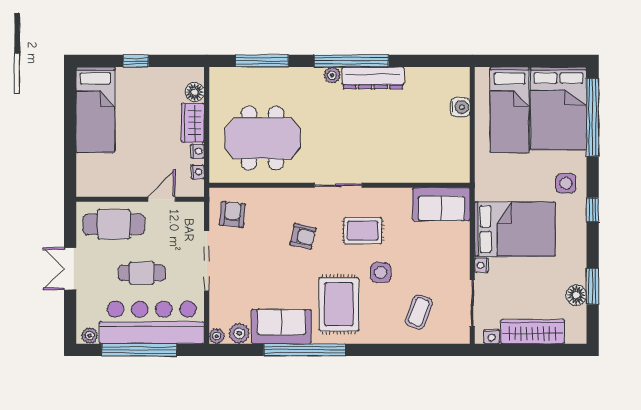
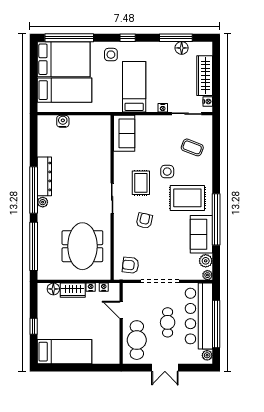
window: (262, 61) -> (34, 246), width x1.46
bed: (515, 229) -> (134, 87), width x0.67
window: (593, 286) -> (176, 38), width x1.44

